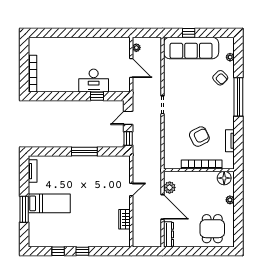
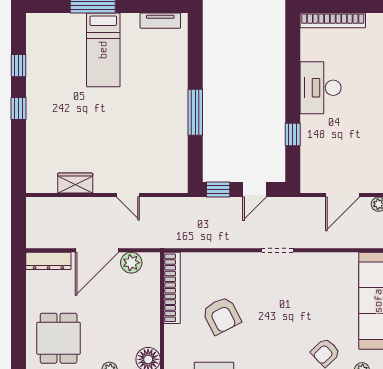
desk: (94, 81) -> (320, 88), moved
door: (128, 118) -> (254, 190), swing flipped
bookcase: (202, 165) -> (172, 288), moved
dining table: (212, 229) -> (59, 338), turned 90

